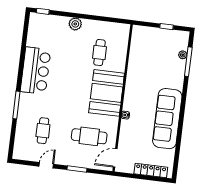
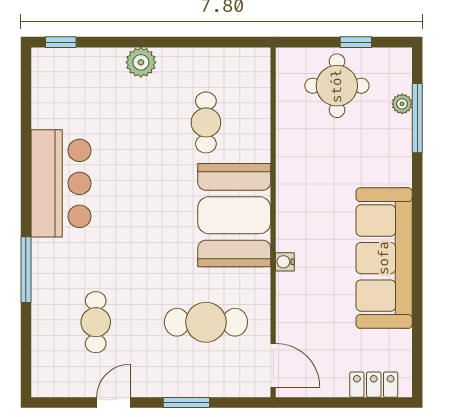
round table: (156, 44) -> (337, 86), added
door: (115, 158) -> (273, 365), swing flipped
locker: (151, 170) -> (374, 385), width x0.66

